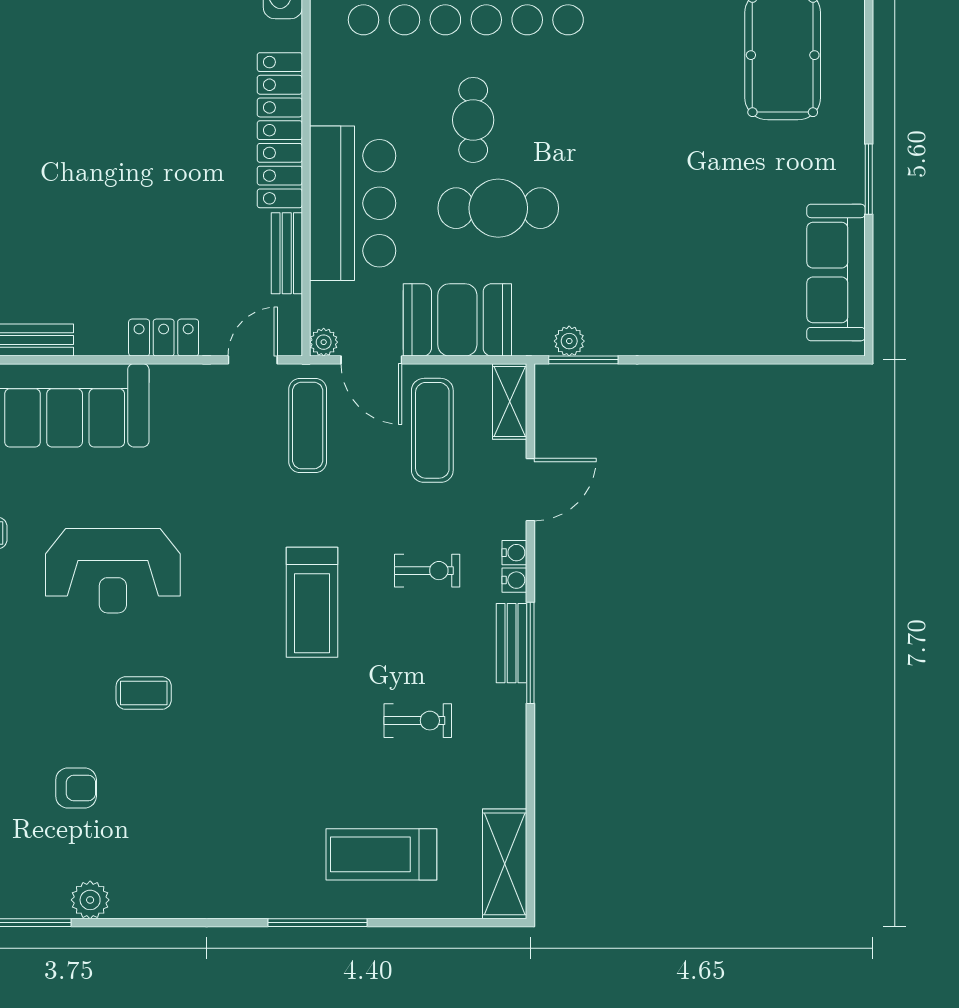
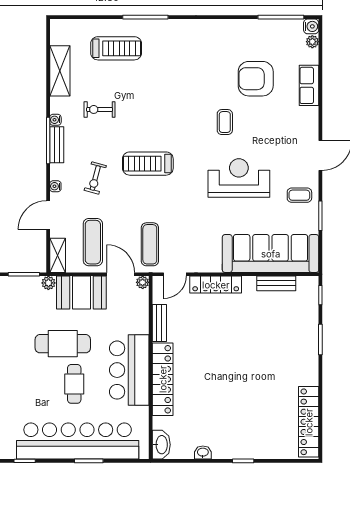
bar counter: (353, 203) -> (129, 370), moved
locker: (164, 338) -> (216, 285), width x1.53
plant: (569, 341) -> (48, 283), moved
exercise bike: (427, 571) -> (95, 178), turned -75
water cooler: (514, 580) -> (55, 120), moved
treadmill: (312, 602) -> (148, 164), turned -90
coffee table: (144, 693) -> (225, 122), turned 90
armchair: (76, 788) -> (256, 79), width x1.88, depth x1.88
shelving: (505, 864) -> (60, 71), moved
plant: (90, 900) -> (249, 28), removed

